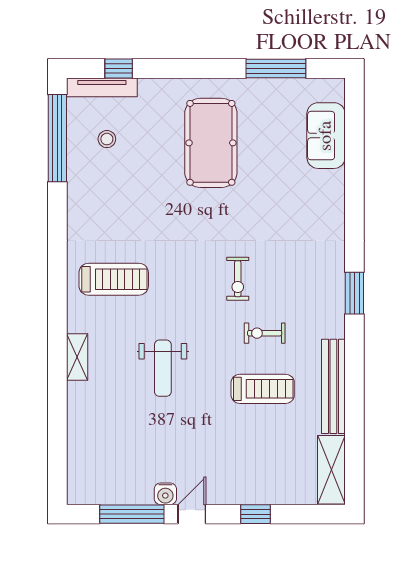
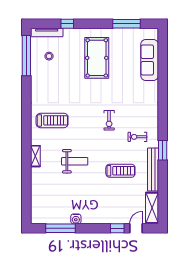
window: (119, 69) -> (67, 24), moved
sofa: (326, 136) -> (150, 60), width x1.36
window: (354, 293) -> (163, 150), moved
exercise bike: (265, 333) -> (137, 137), moved
weight bench: (163, 368) -> (75, 161), turned -90
door: (192, 514) -> (136, 228), moved

